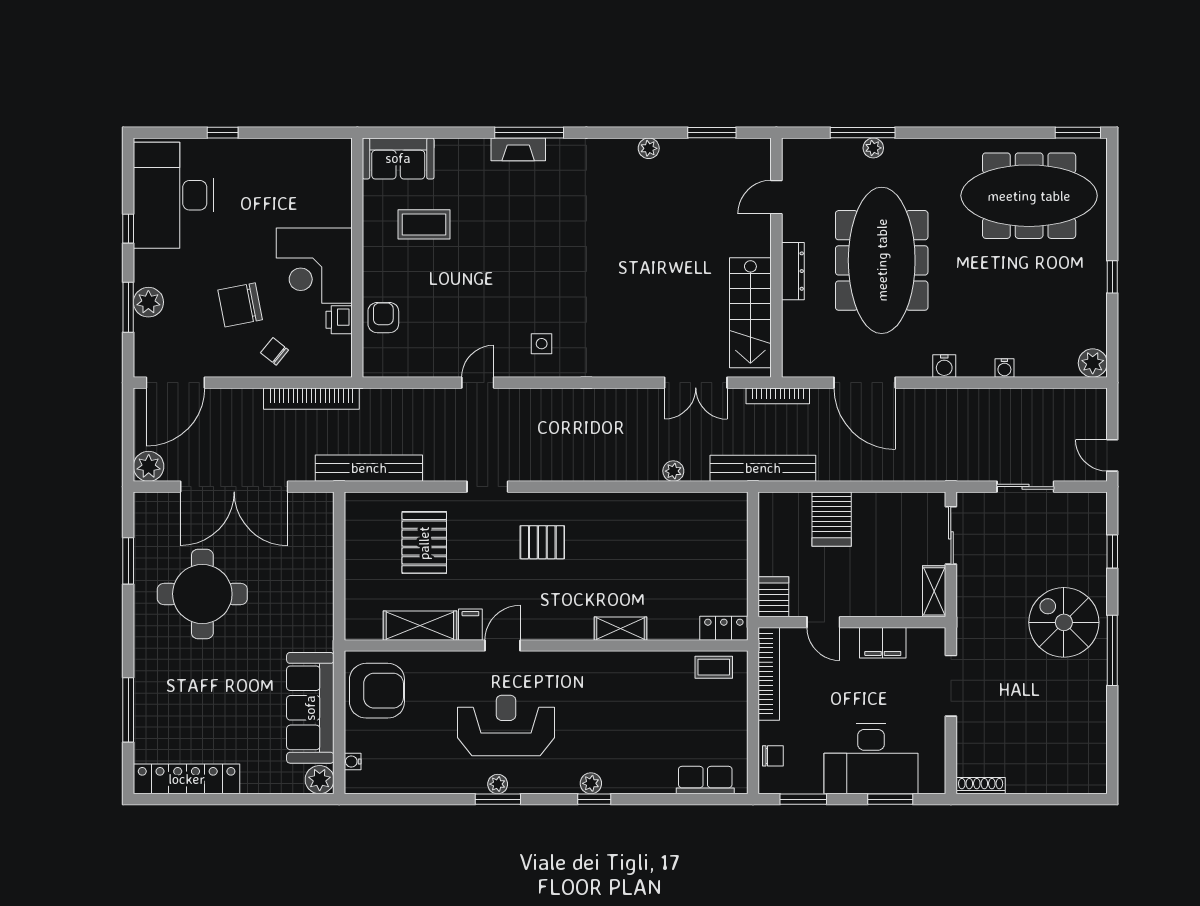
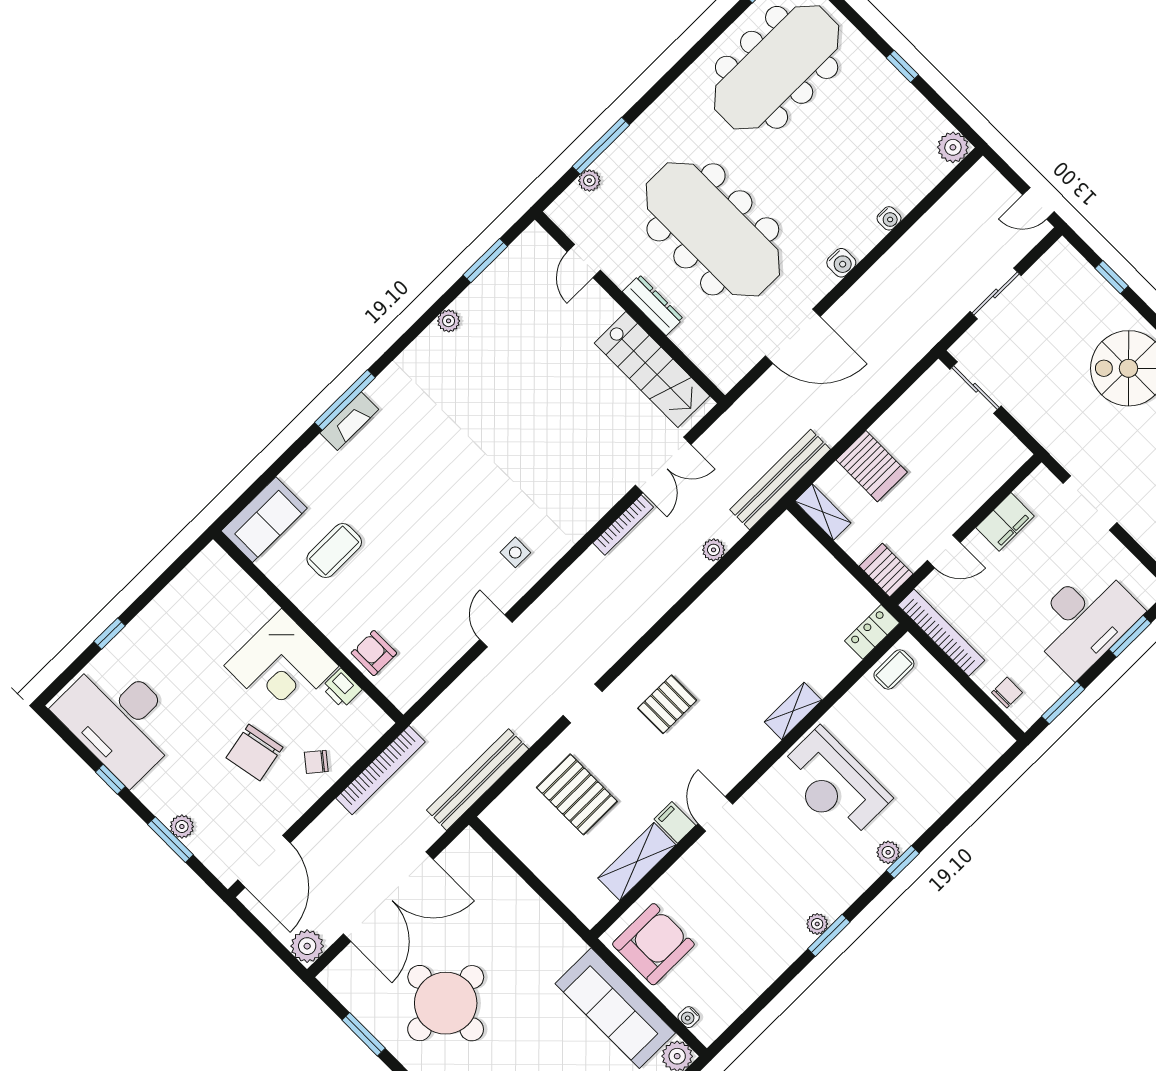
plant: (873, 148) -> (589, 181), moved
plant: (148, 302) -> (182, 827), width x0.73, depth x0.73
bookcase: (778, 396) -> (623, 525), moved
shelving: (934, 591) -> (823, 512), moved
reception desk: (506, 725) -> (834, 784), moved, turned -90
row of seats: (705, 780) -> (973, 763), removed

